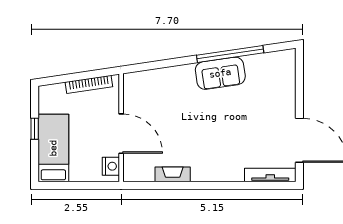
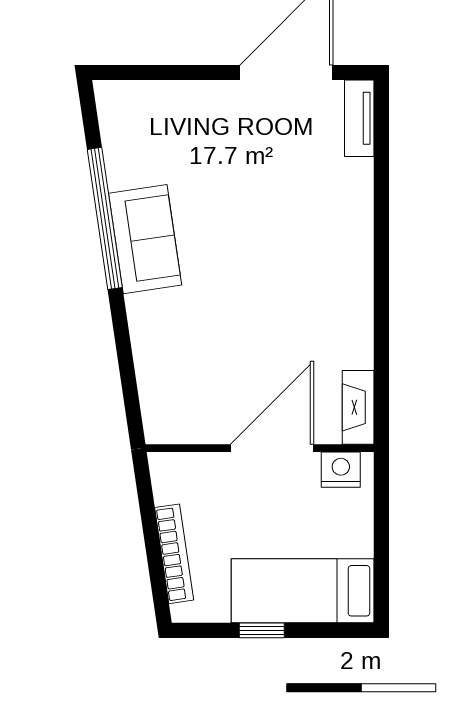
bookcase: (89, 84) -> (174, 554), moved
fireplace: (173, 174) -> (358, 407), moved
tv unit: (270, 175) -> (359, 118), width x0.71

